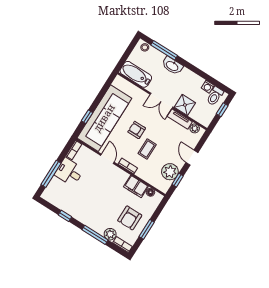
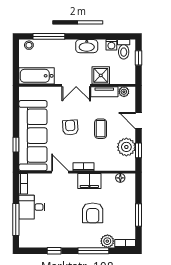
washbasin: (172, 66) -> (87, 46), moved
armchair: (137, 130) -> (70, 127), turned 86
coffee table: (147, 149) -> (101, 129), moved
filing cabinet: (136, 186) -> (89, 181), moved
armchair: (130, 218) -> (93, 213), moved

